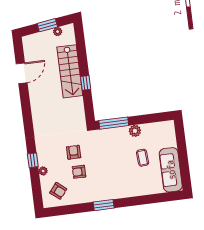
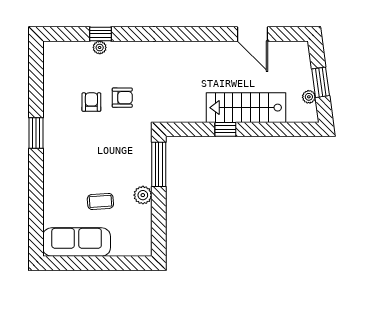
window: (33, 160) -> (100, 34), moved
armchair: (58, 191) -> (66, 67), removed

